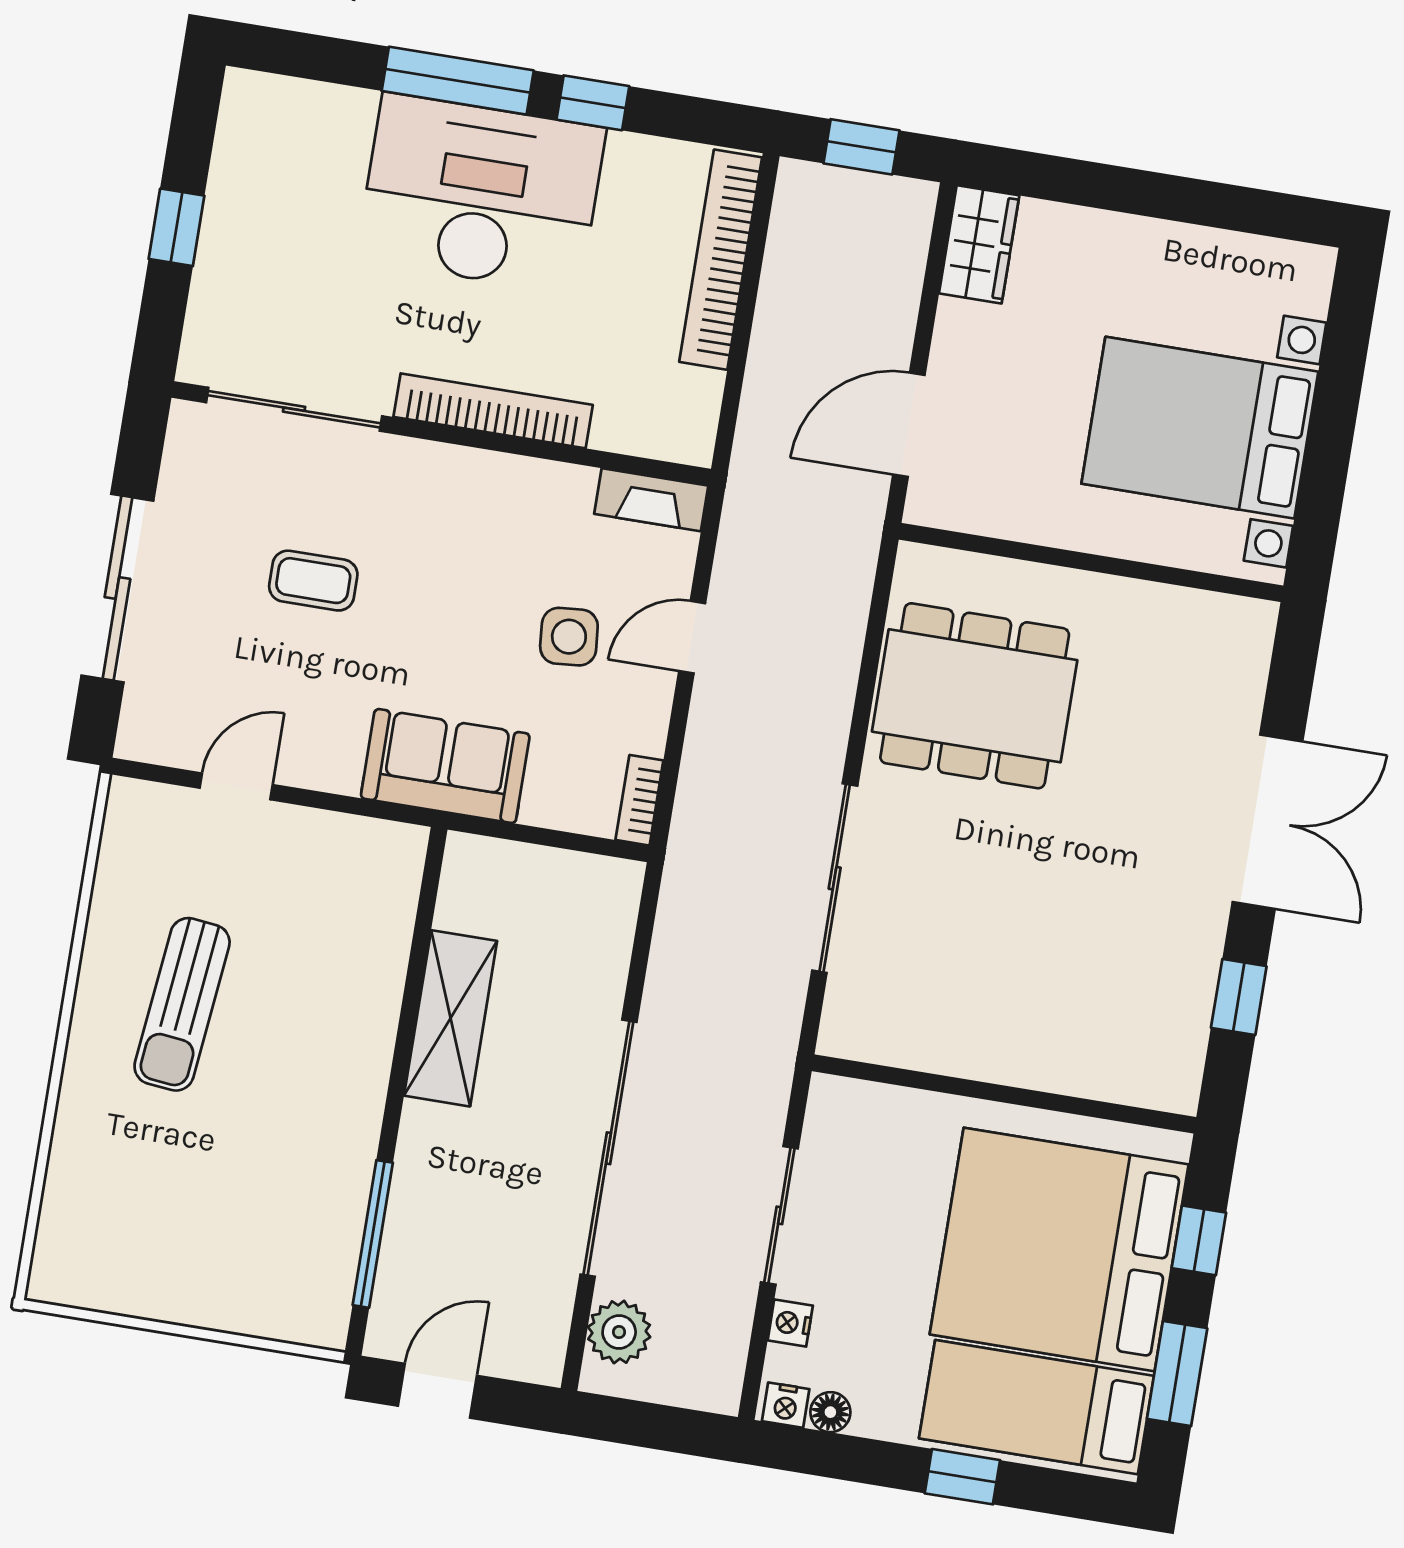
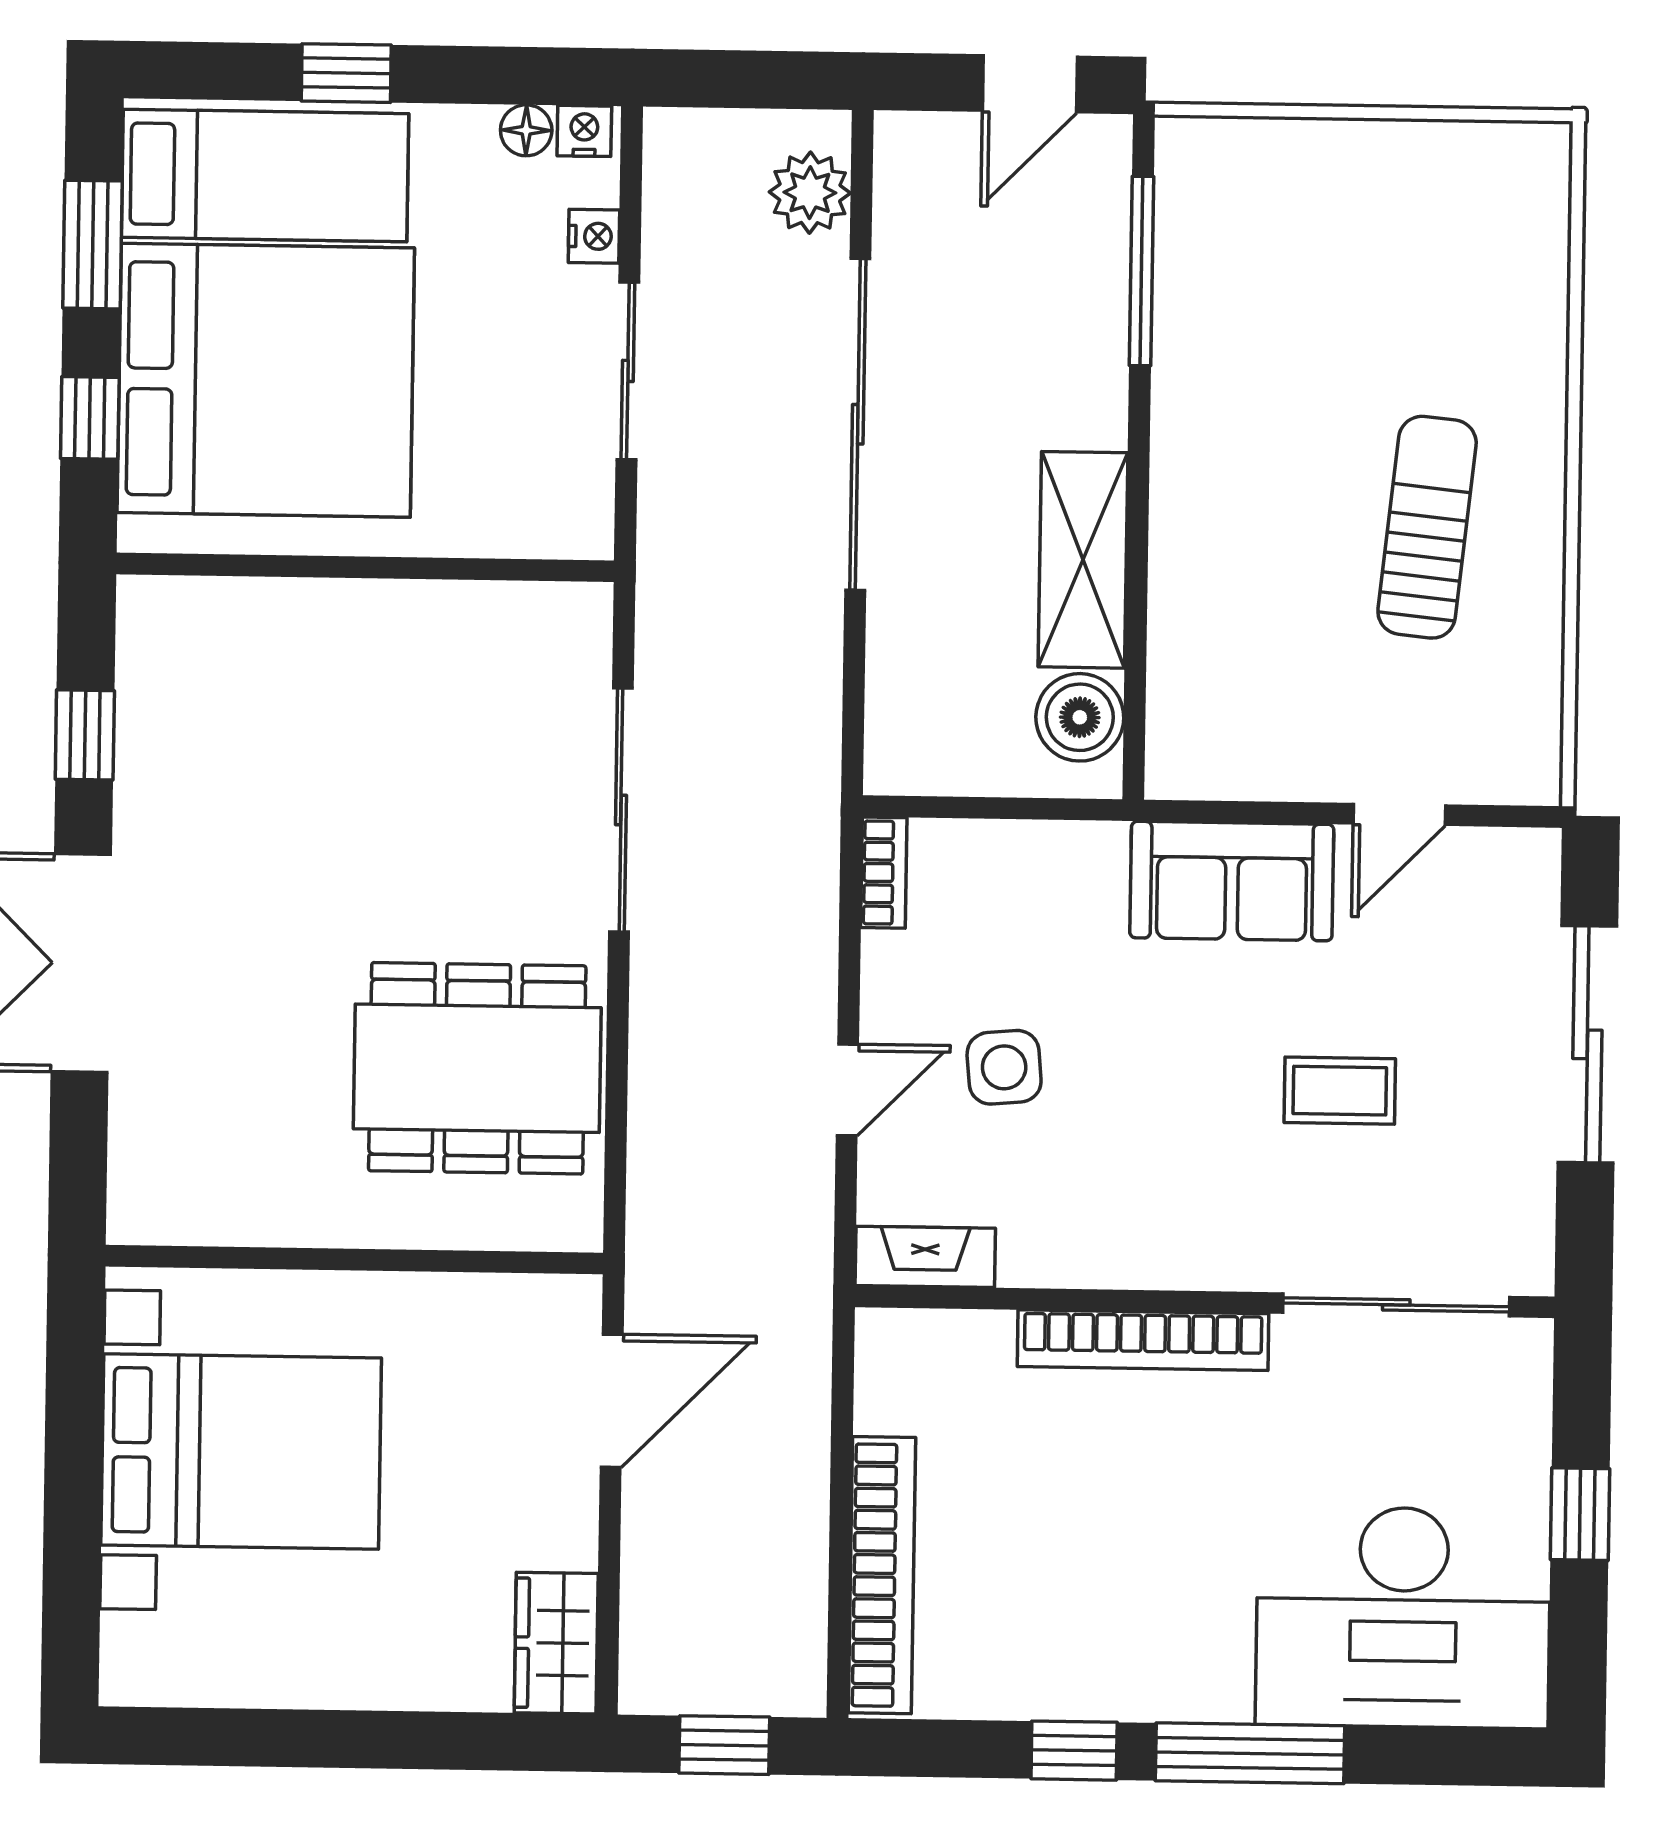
desk: (481, 194) -> (1403, 1617), moved
sofa: (445, 766) -> (1232, 881), moved
boiler: (471, 897) -> (1080, 717), added

